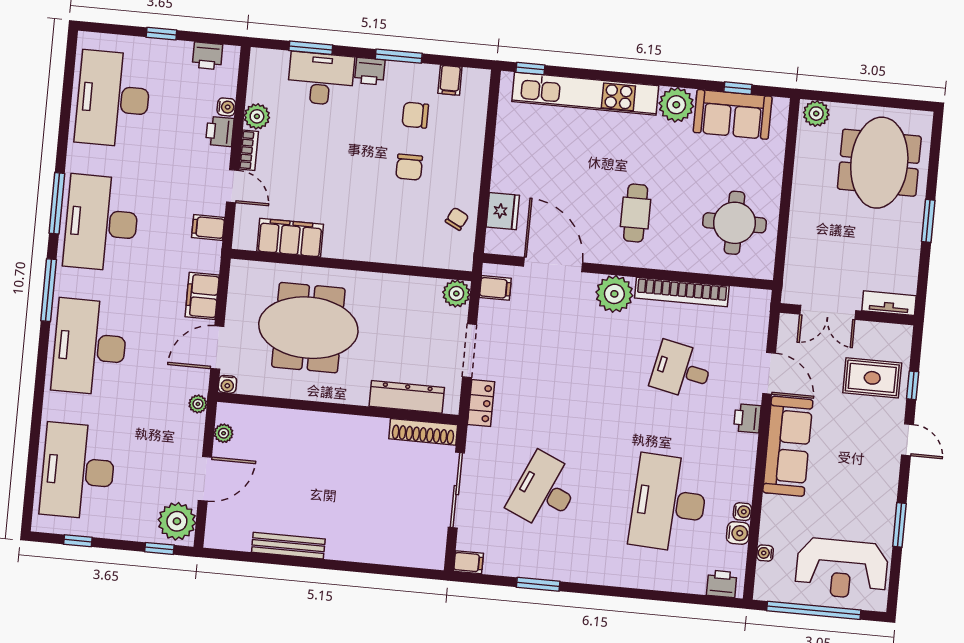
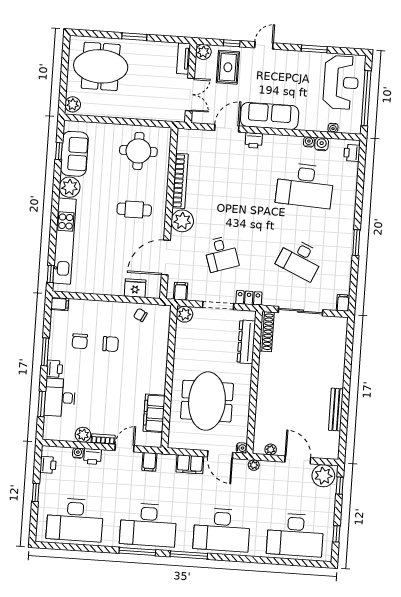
filing cabinet: (450, 80) -> (60, 304), moved
plant: (899, 337) -> (203, 52), added
desk: (681, 370) -> (221, 254), moved, turned -30
window: (538, 584) -> (356, 243), moved

